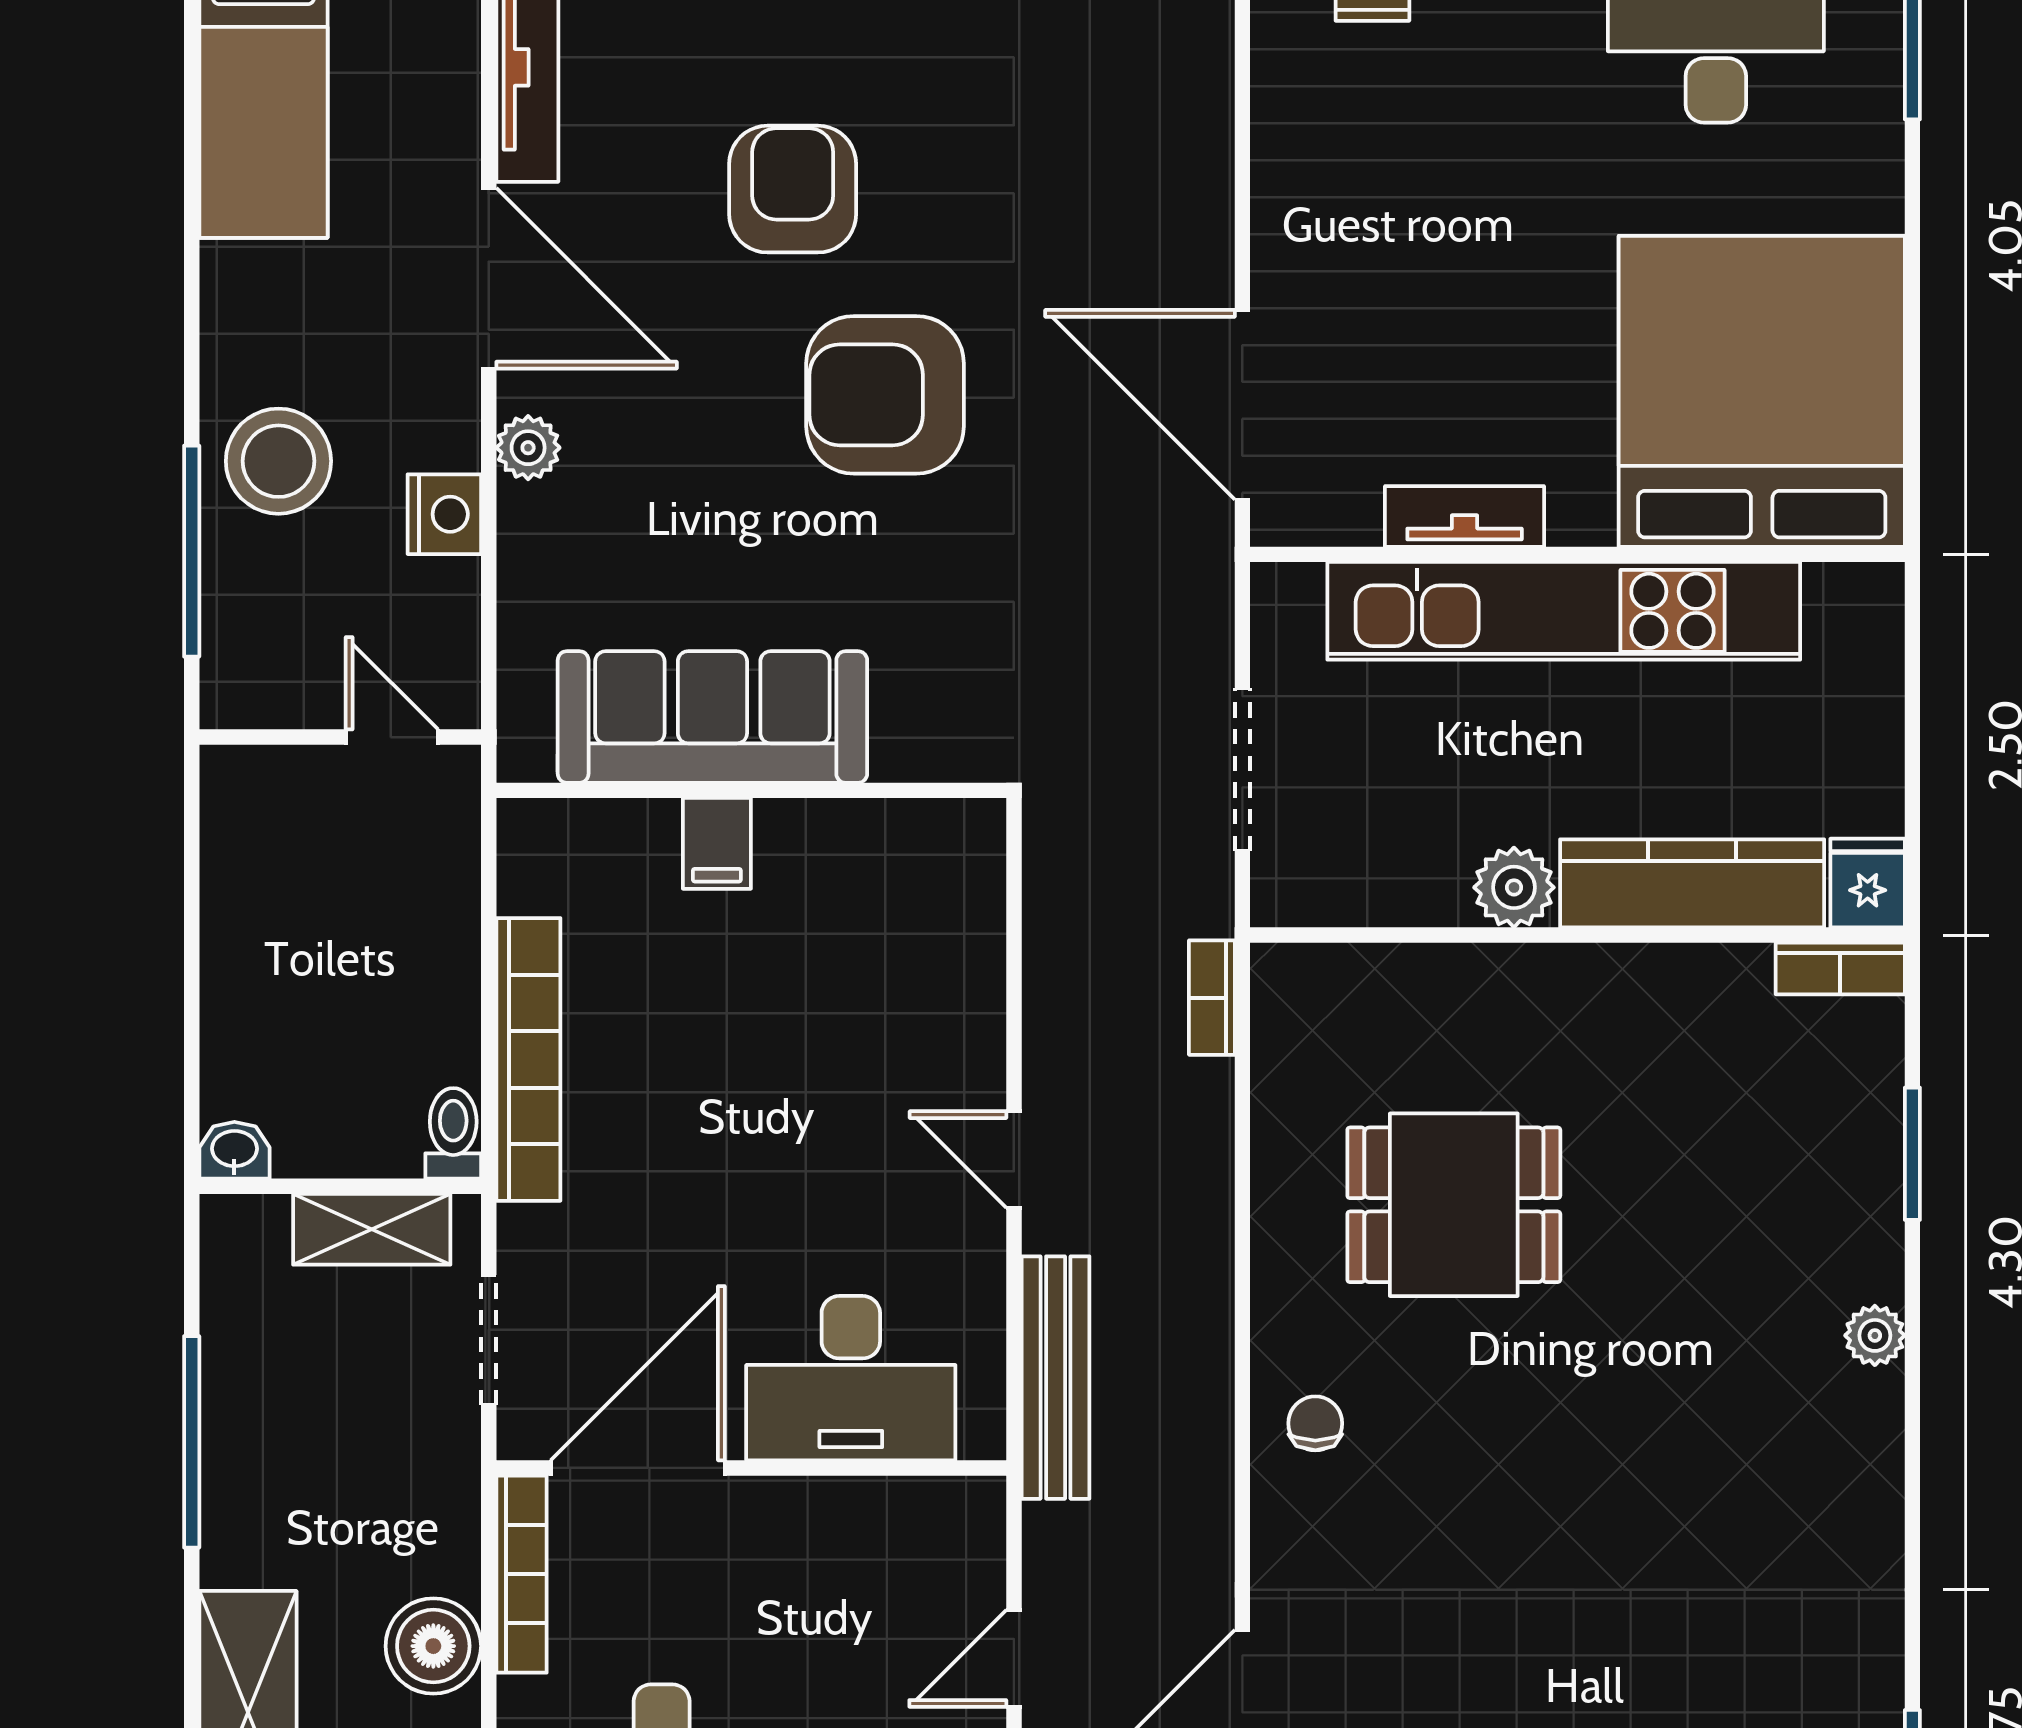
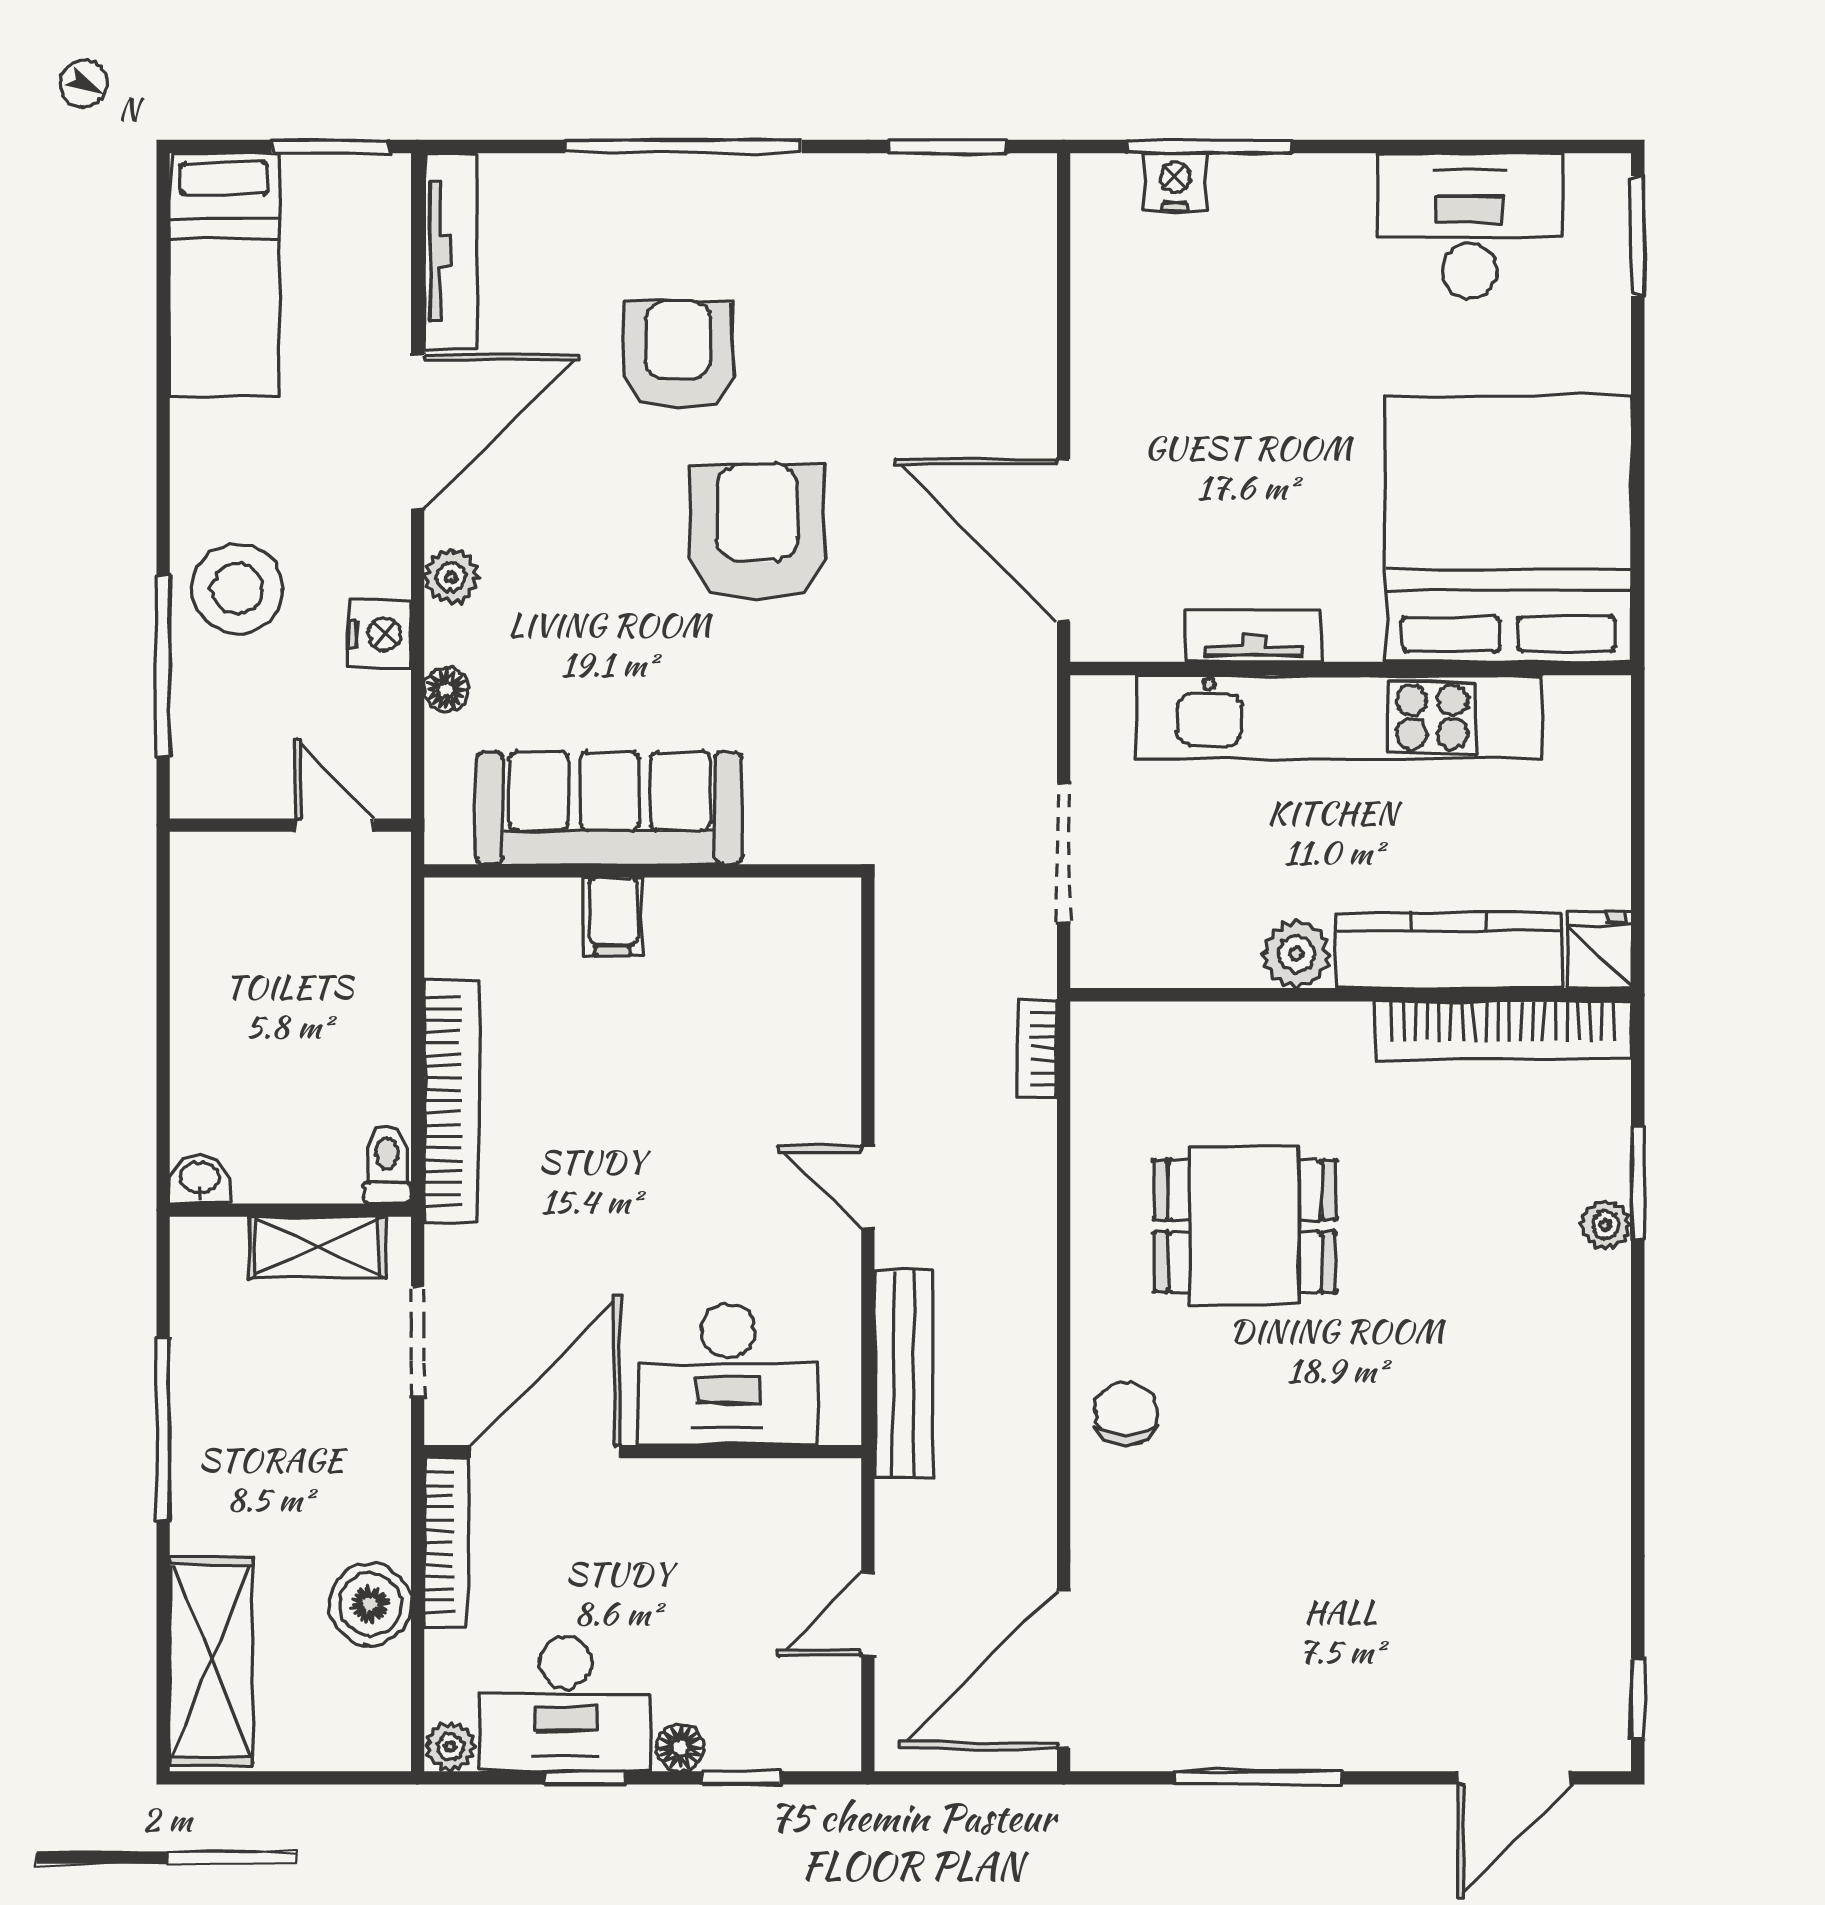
door: (489, 278) -> (418, 432), hinge flipped
armchair: (885, 395) -> (757, 532), turned 90
floor lamp: (522, 579) -> (446, 690), added
bookcase: (1840, 969) -> (1503, 1030), width x2.31, depth x1.31
plant: (1875, 1335) -> (1606, 1225), moved
chair: (1315, 1423) -> (1126, 1413), width x1.37, depth x1.37

